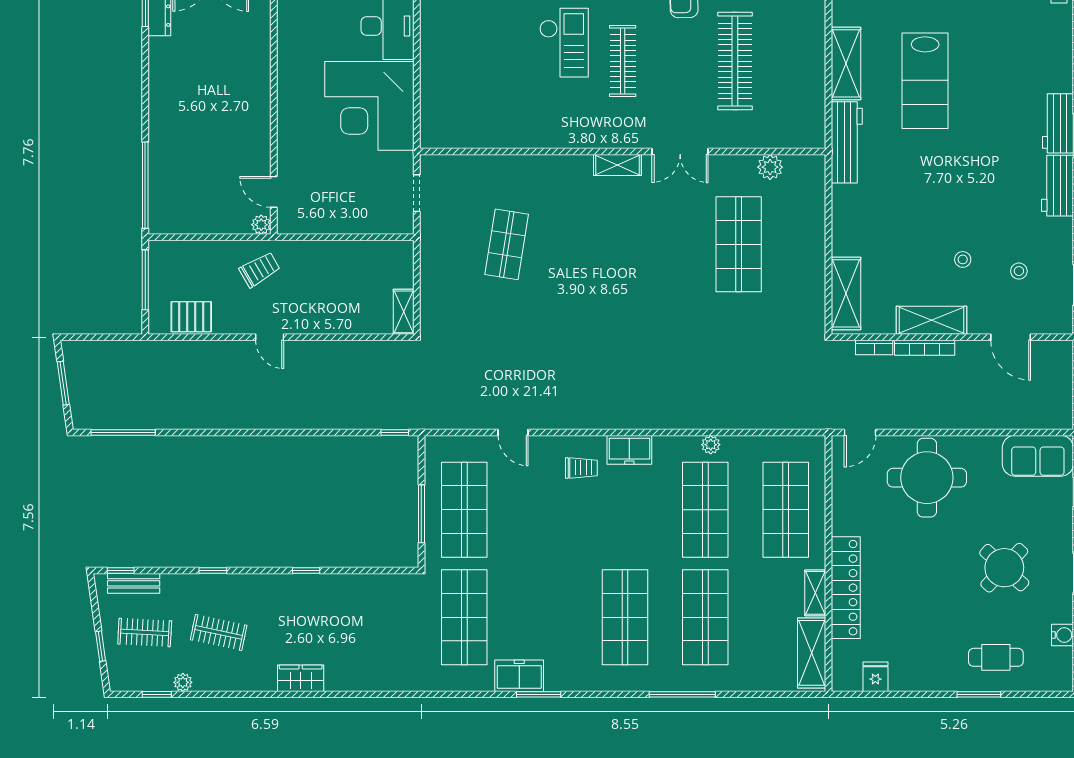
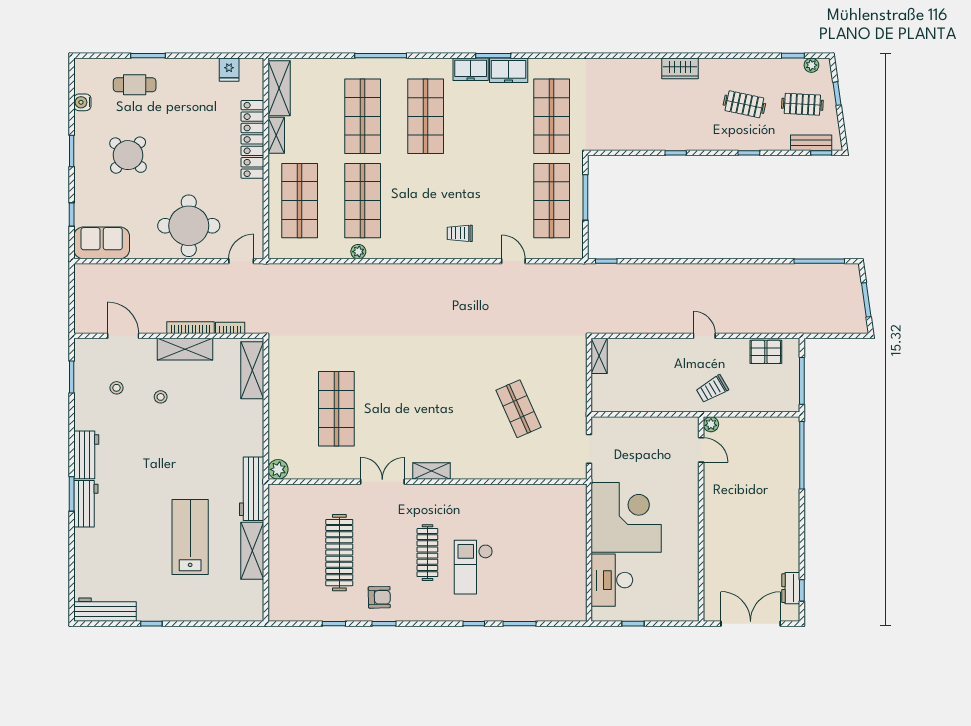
plant: (770, 167) -> (278, 469), moved
shop shelf: (507, 244) -> (518, 409), turned -33
freezer: (629, 450) -> (471, 69), moved, turned 180
plant: (183, 682) -> (811, 65), moved

